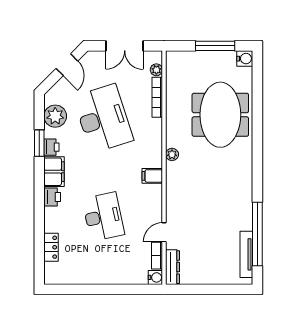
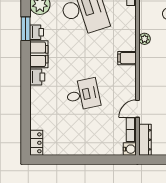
desk: (103, 217) -> (83, 95), width x0.73
locker: (51, 247) -> (36, 143), moved

